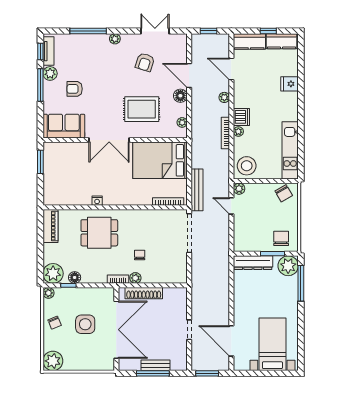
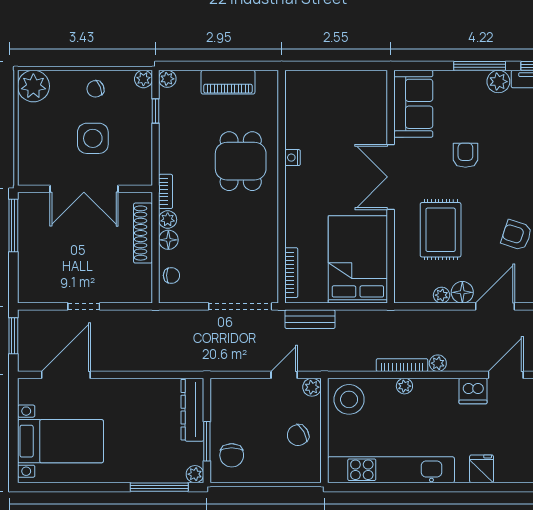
armchair: (75, 89) -> (465, 155), moved
plant: (224, 97) -> (438, 363), moved
dishwasher: (241, 117) -> (473, 391), moved
plant: (182, 122) -> (442, 295), moved
kitchen unit: (290, 150) -> (391, 470), width x1.36
window: (40, 162) -> (355, 66), removed
bench: (197, 190) -> (310, 319), width x0.73
chair: (284, 193) -> (298, 435), moved
piano: (50, 226) -> (228, 82), moved
chair: (281, 238) -> (232, 455), turned 90
chair: (140, 255) -> (171, 275), moved
plant: (288, 266) -> (195, 474), width x0.53, depth x0.53
plant: (53, 273) -> (167, 79), width x0.53, depth x0.53
floor lamp: (75, 277) -> (168, 240), moved
double door: (116, 330) -> (84, 189), width x0.73
bench: (155, 365) -> (26, 252), removed
window: (153, 373) -> (13, 225), moved

